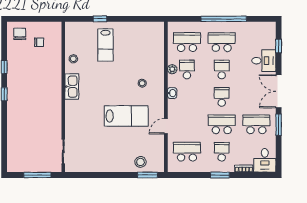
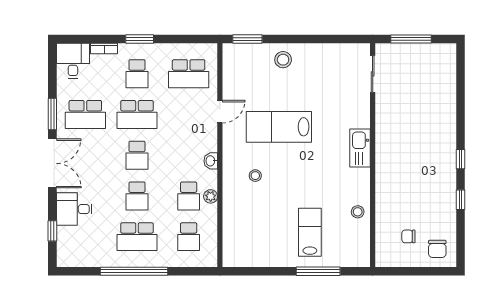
window: (100, 19) -> (318, 271), width x2.17
school desk: (187, 42) -> (189, 237), width x0.54
kitchen sink: (72, 87) -> (360, 148), moved
stool: (140, 162) -> (283, 60), moved

